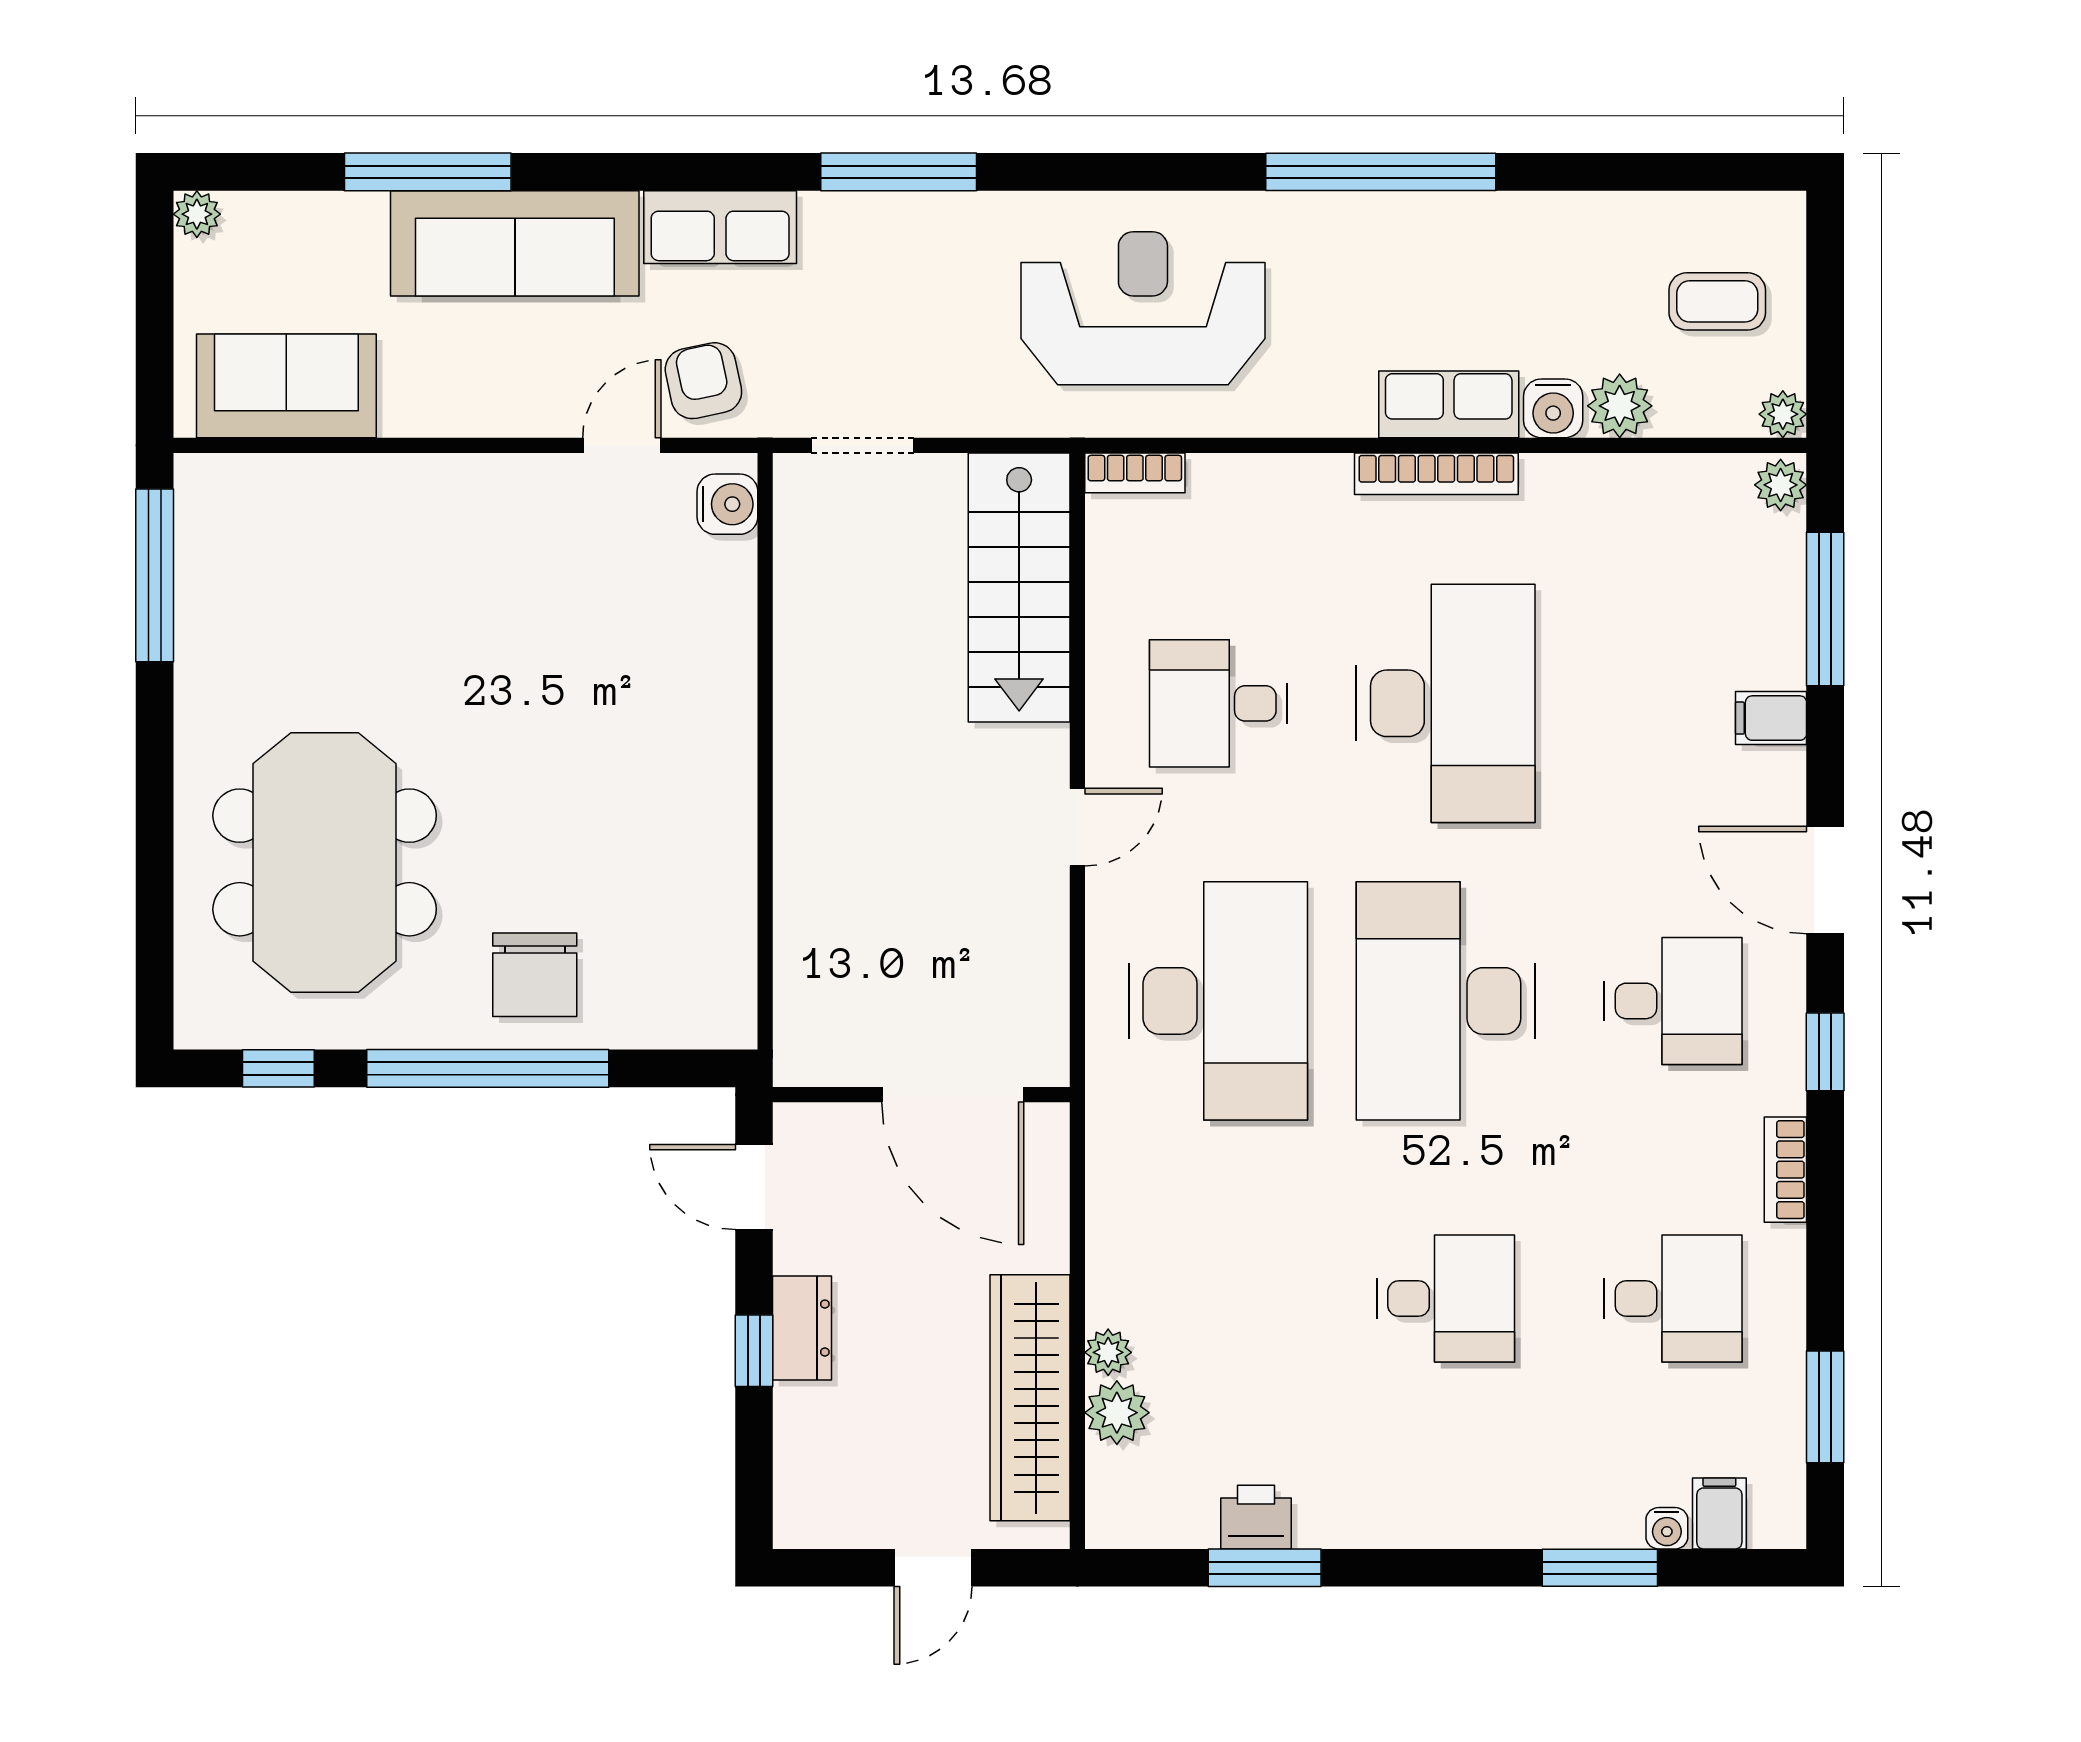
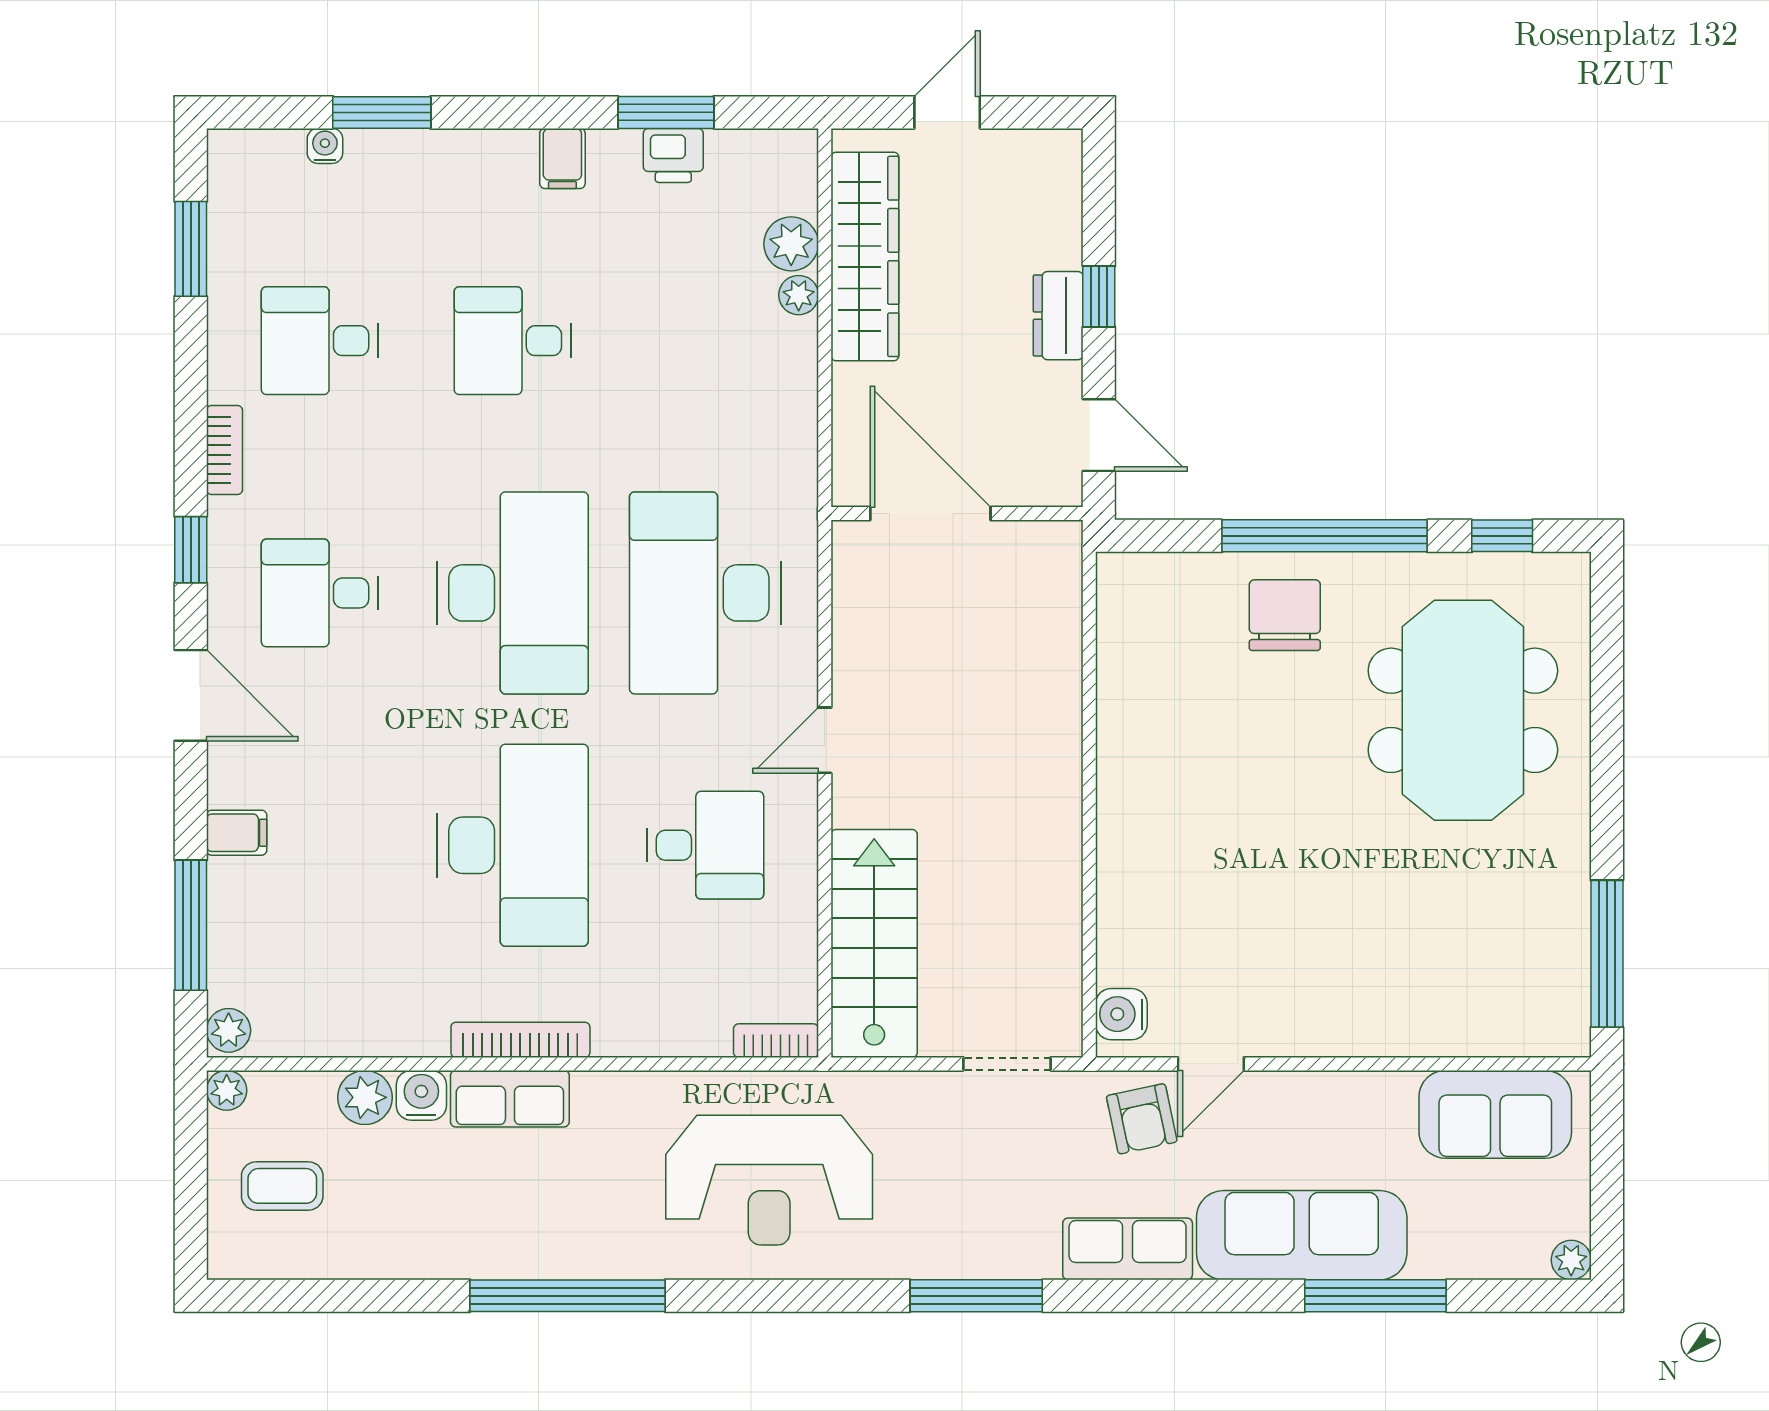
desk: (1446, 703) -> (512, 845), turned 180
filing cabinet: (1719, 1513) -> (562, 158), moved

